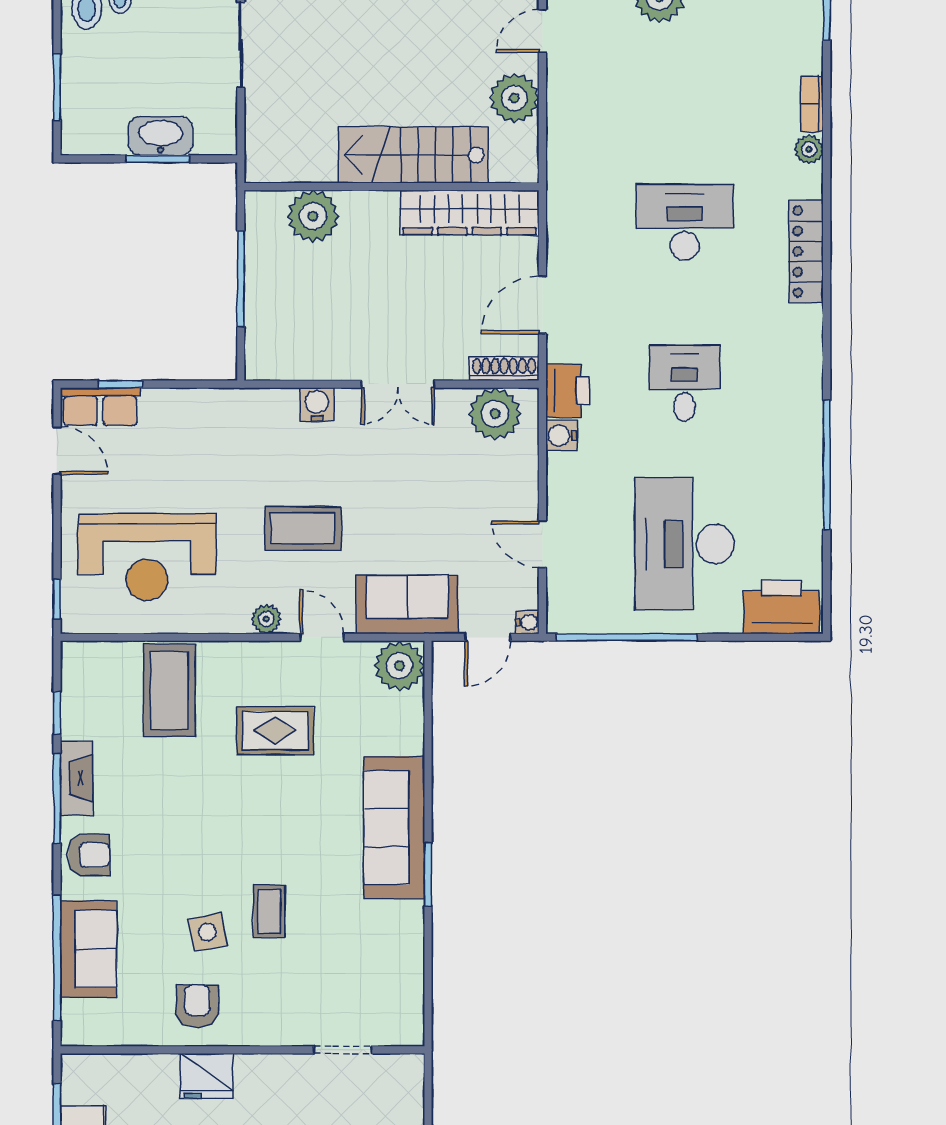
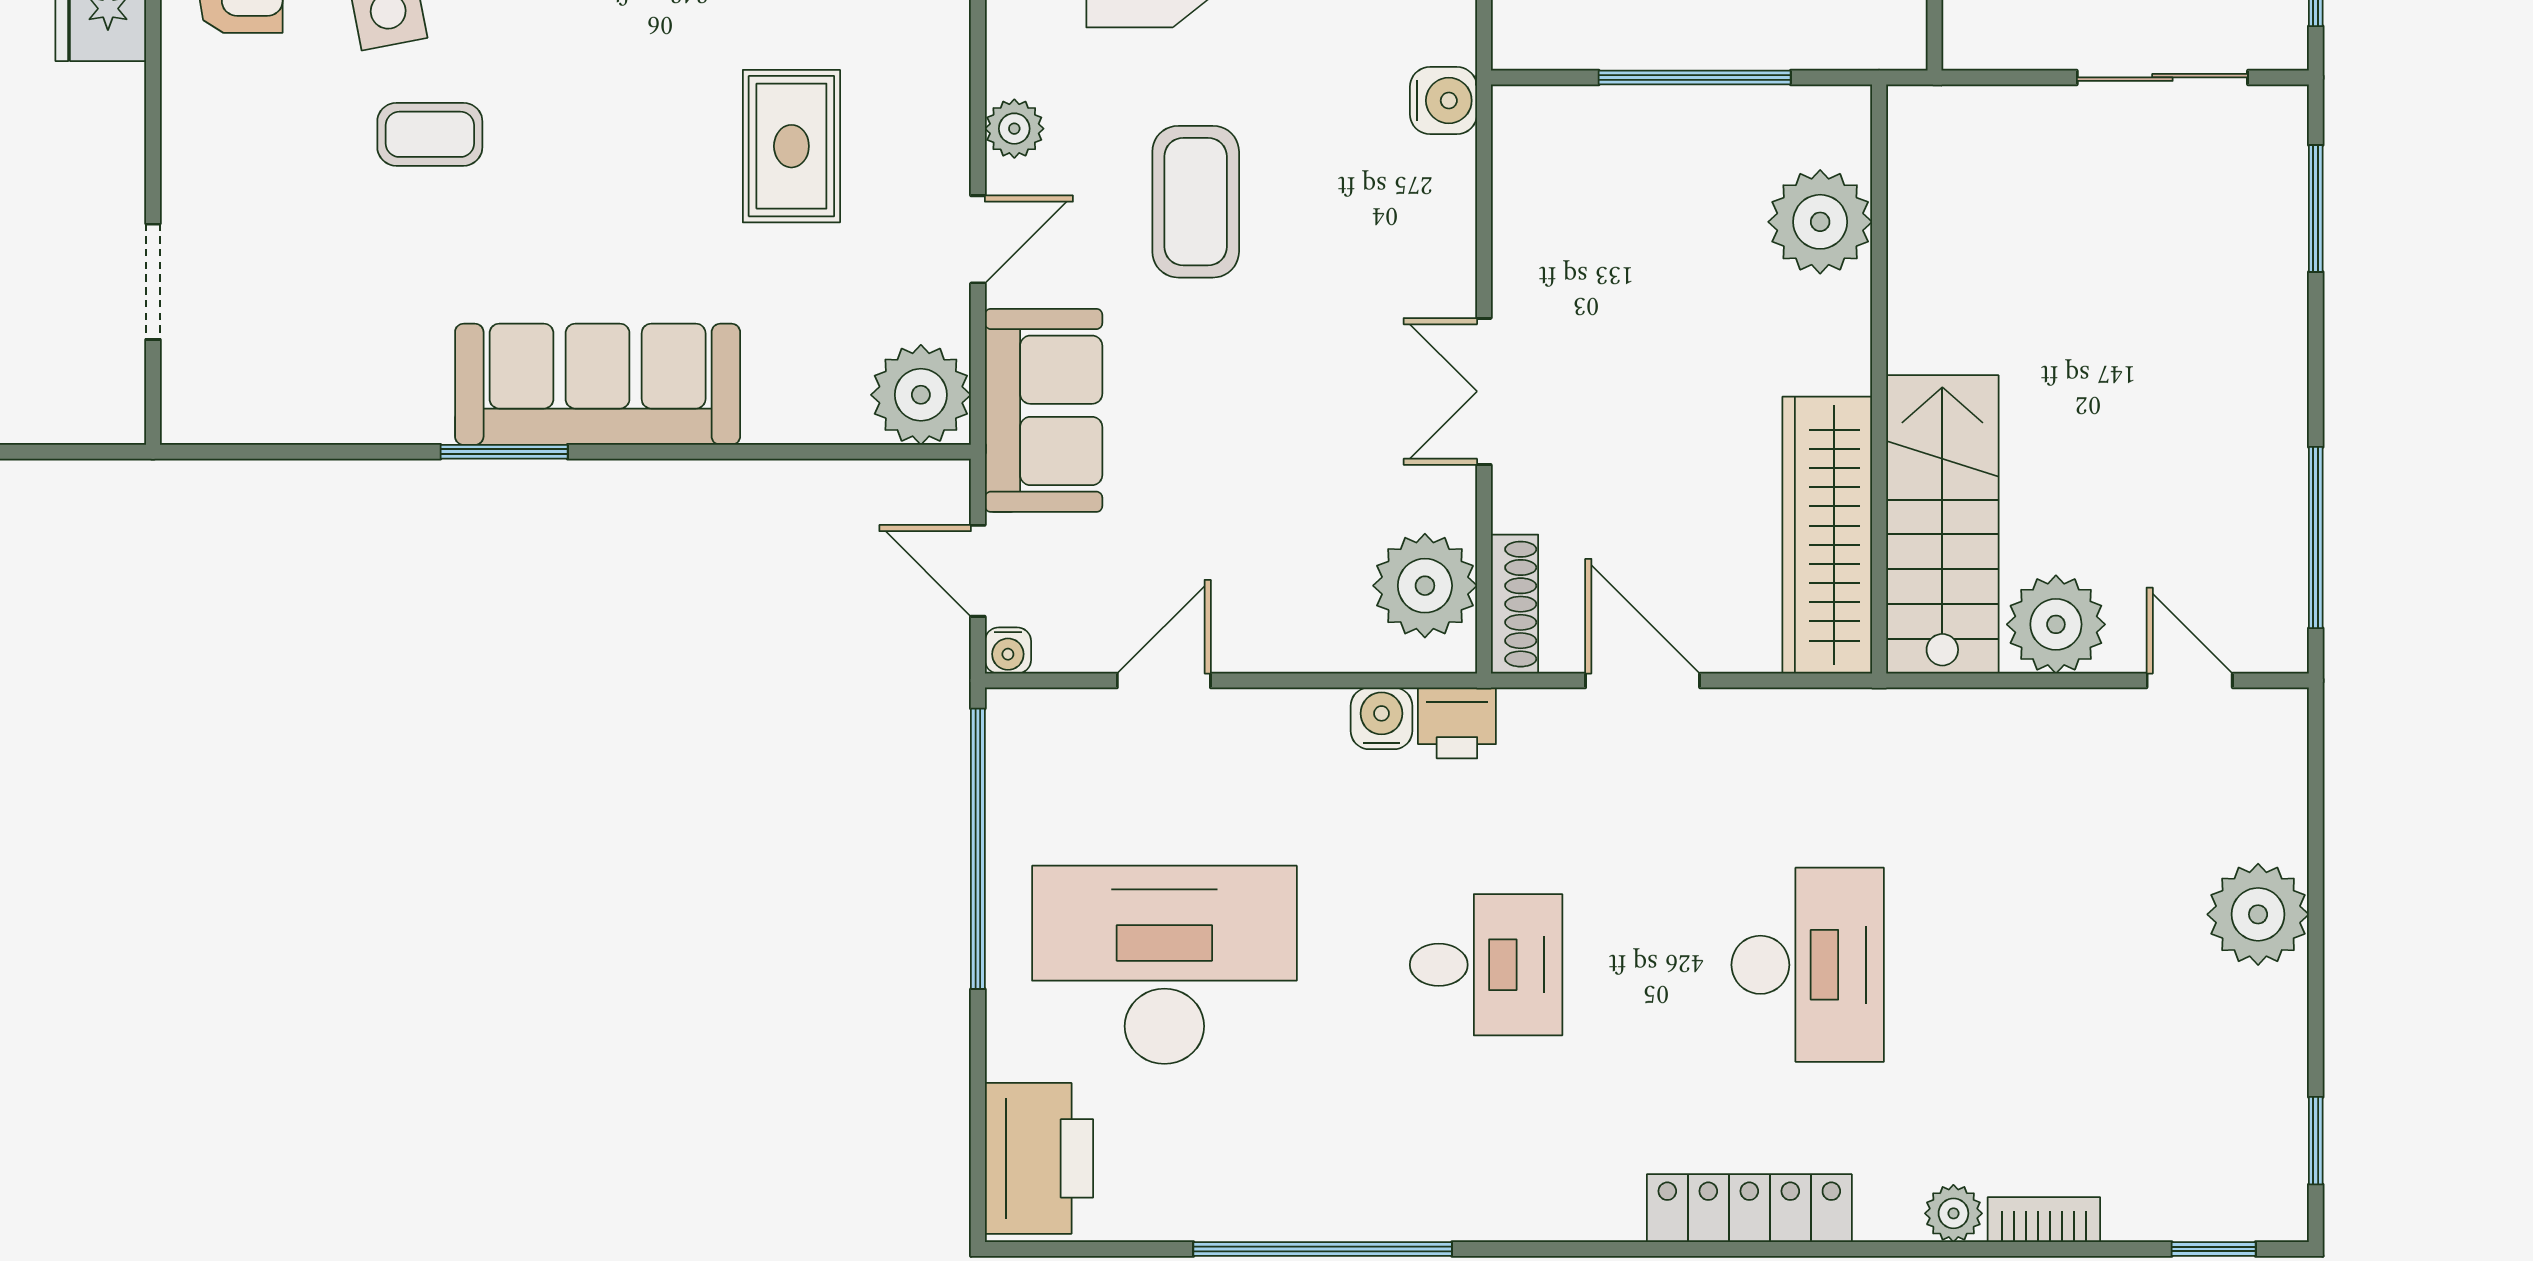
stairs: (413, 155) -> (1942, 524), moved
printer: (568, 391) -> (1457, 723), width x0.73, depth x0.81
water cooler: (317, 404) -> (1443, 101), moved

